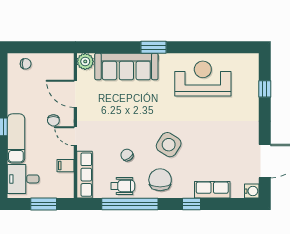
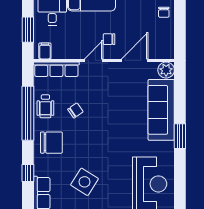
side table: (169, 145) -> (85, 182), moved
filing cabinet: (66, 166) -> (45, 51), moved

